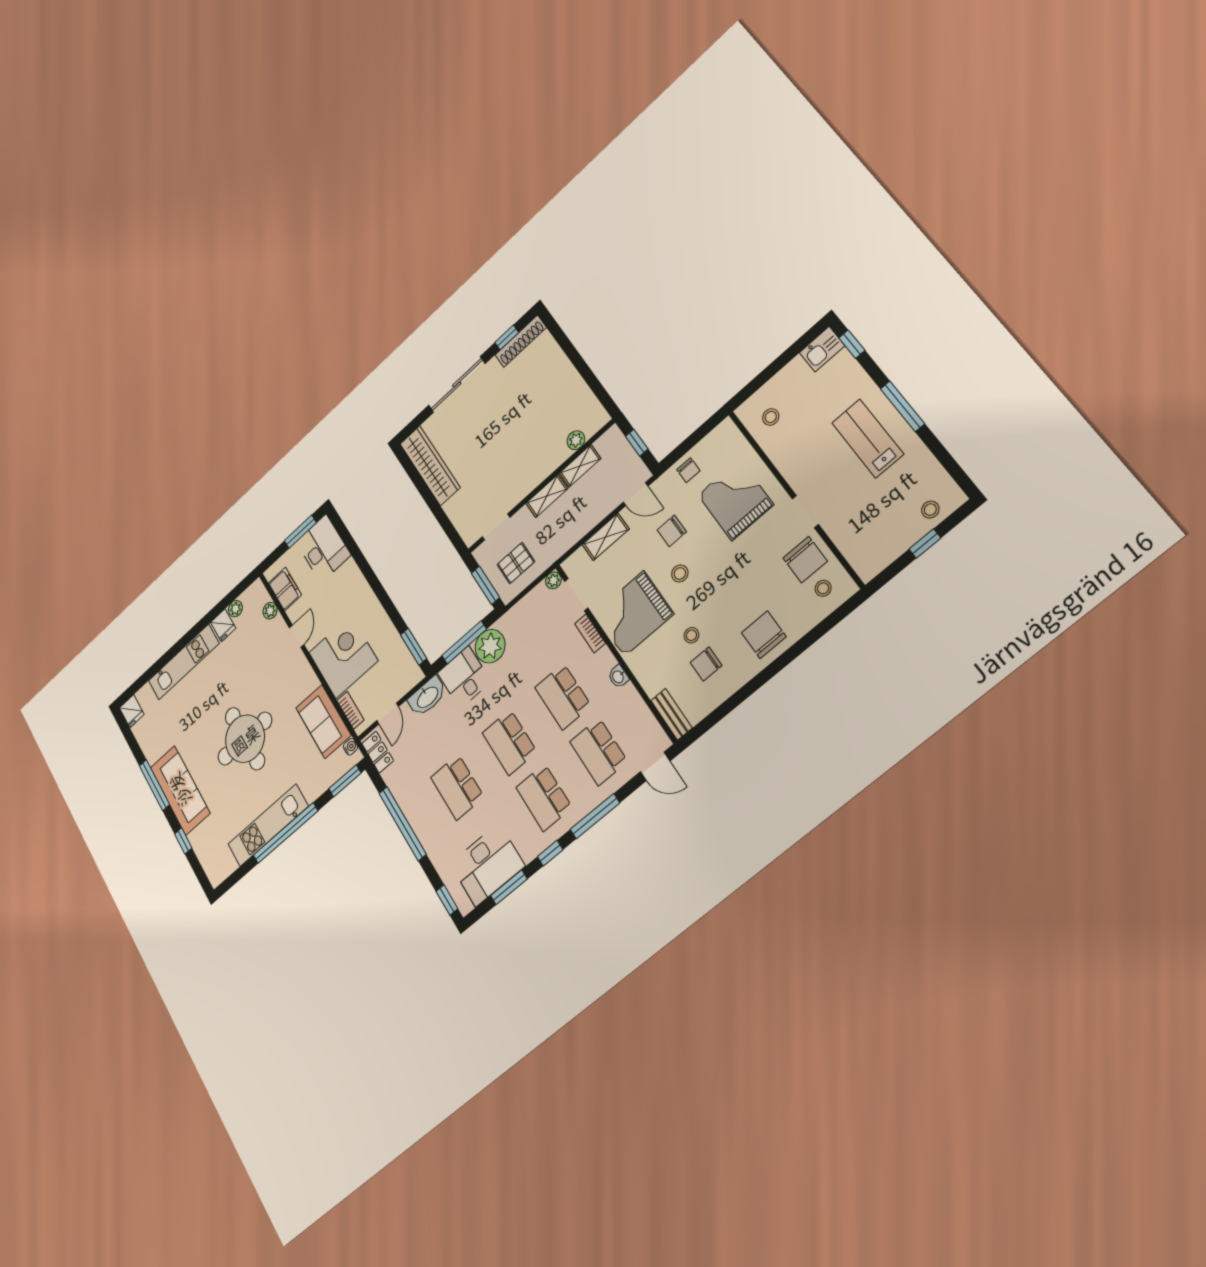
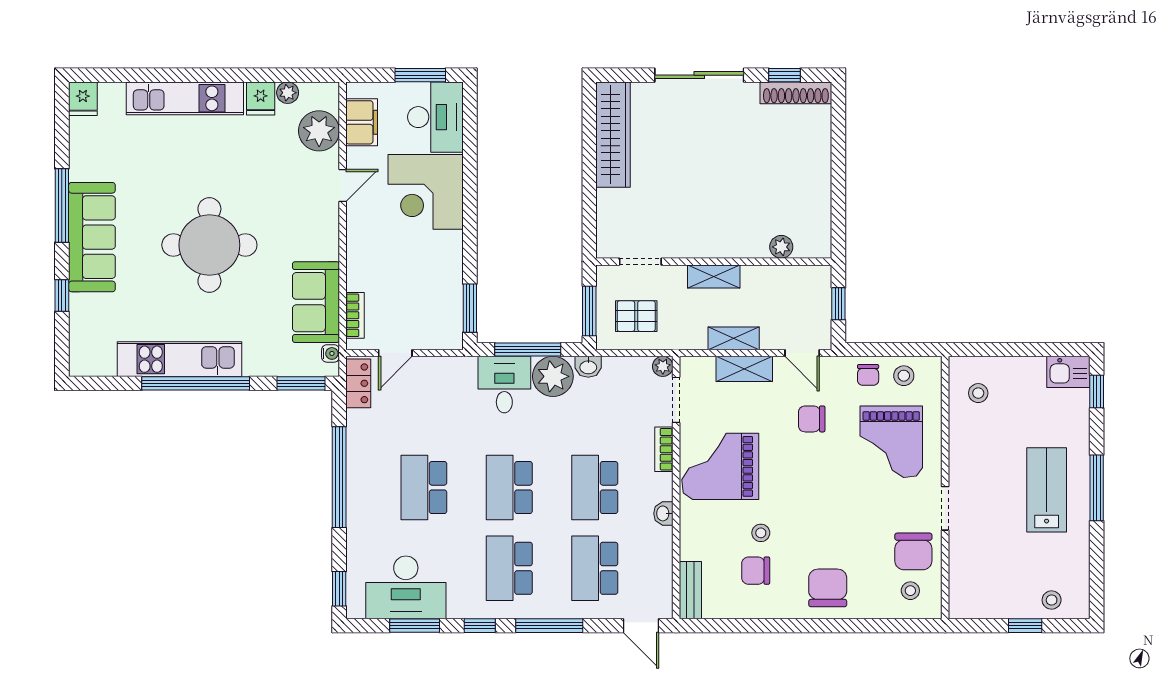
shelving: (580, 466) -> (734, 338), moved
grand piano: (736, 500) -> (891, 442), turned 180
stool: (680, 574) -> (904, 376), moved
plant: (270, 611) -> (319, 131), width x1.88, depth x1.88
corner desk: (343, 657) -> (426, 192), moved, turned 180
washbasin: (427, 697) -> (588, 367), moved, width x0.52, depth x0.69

